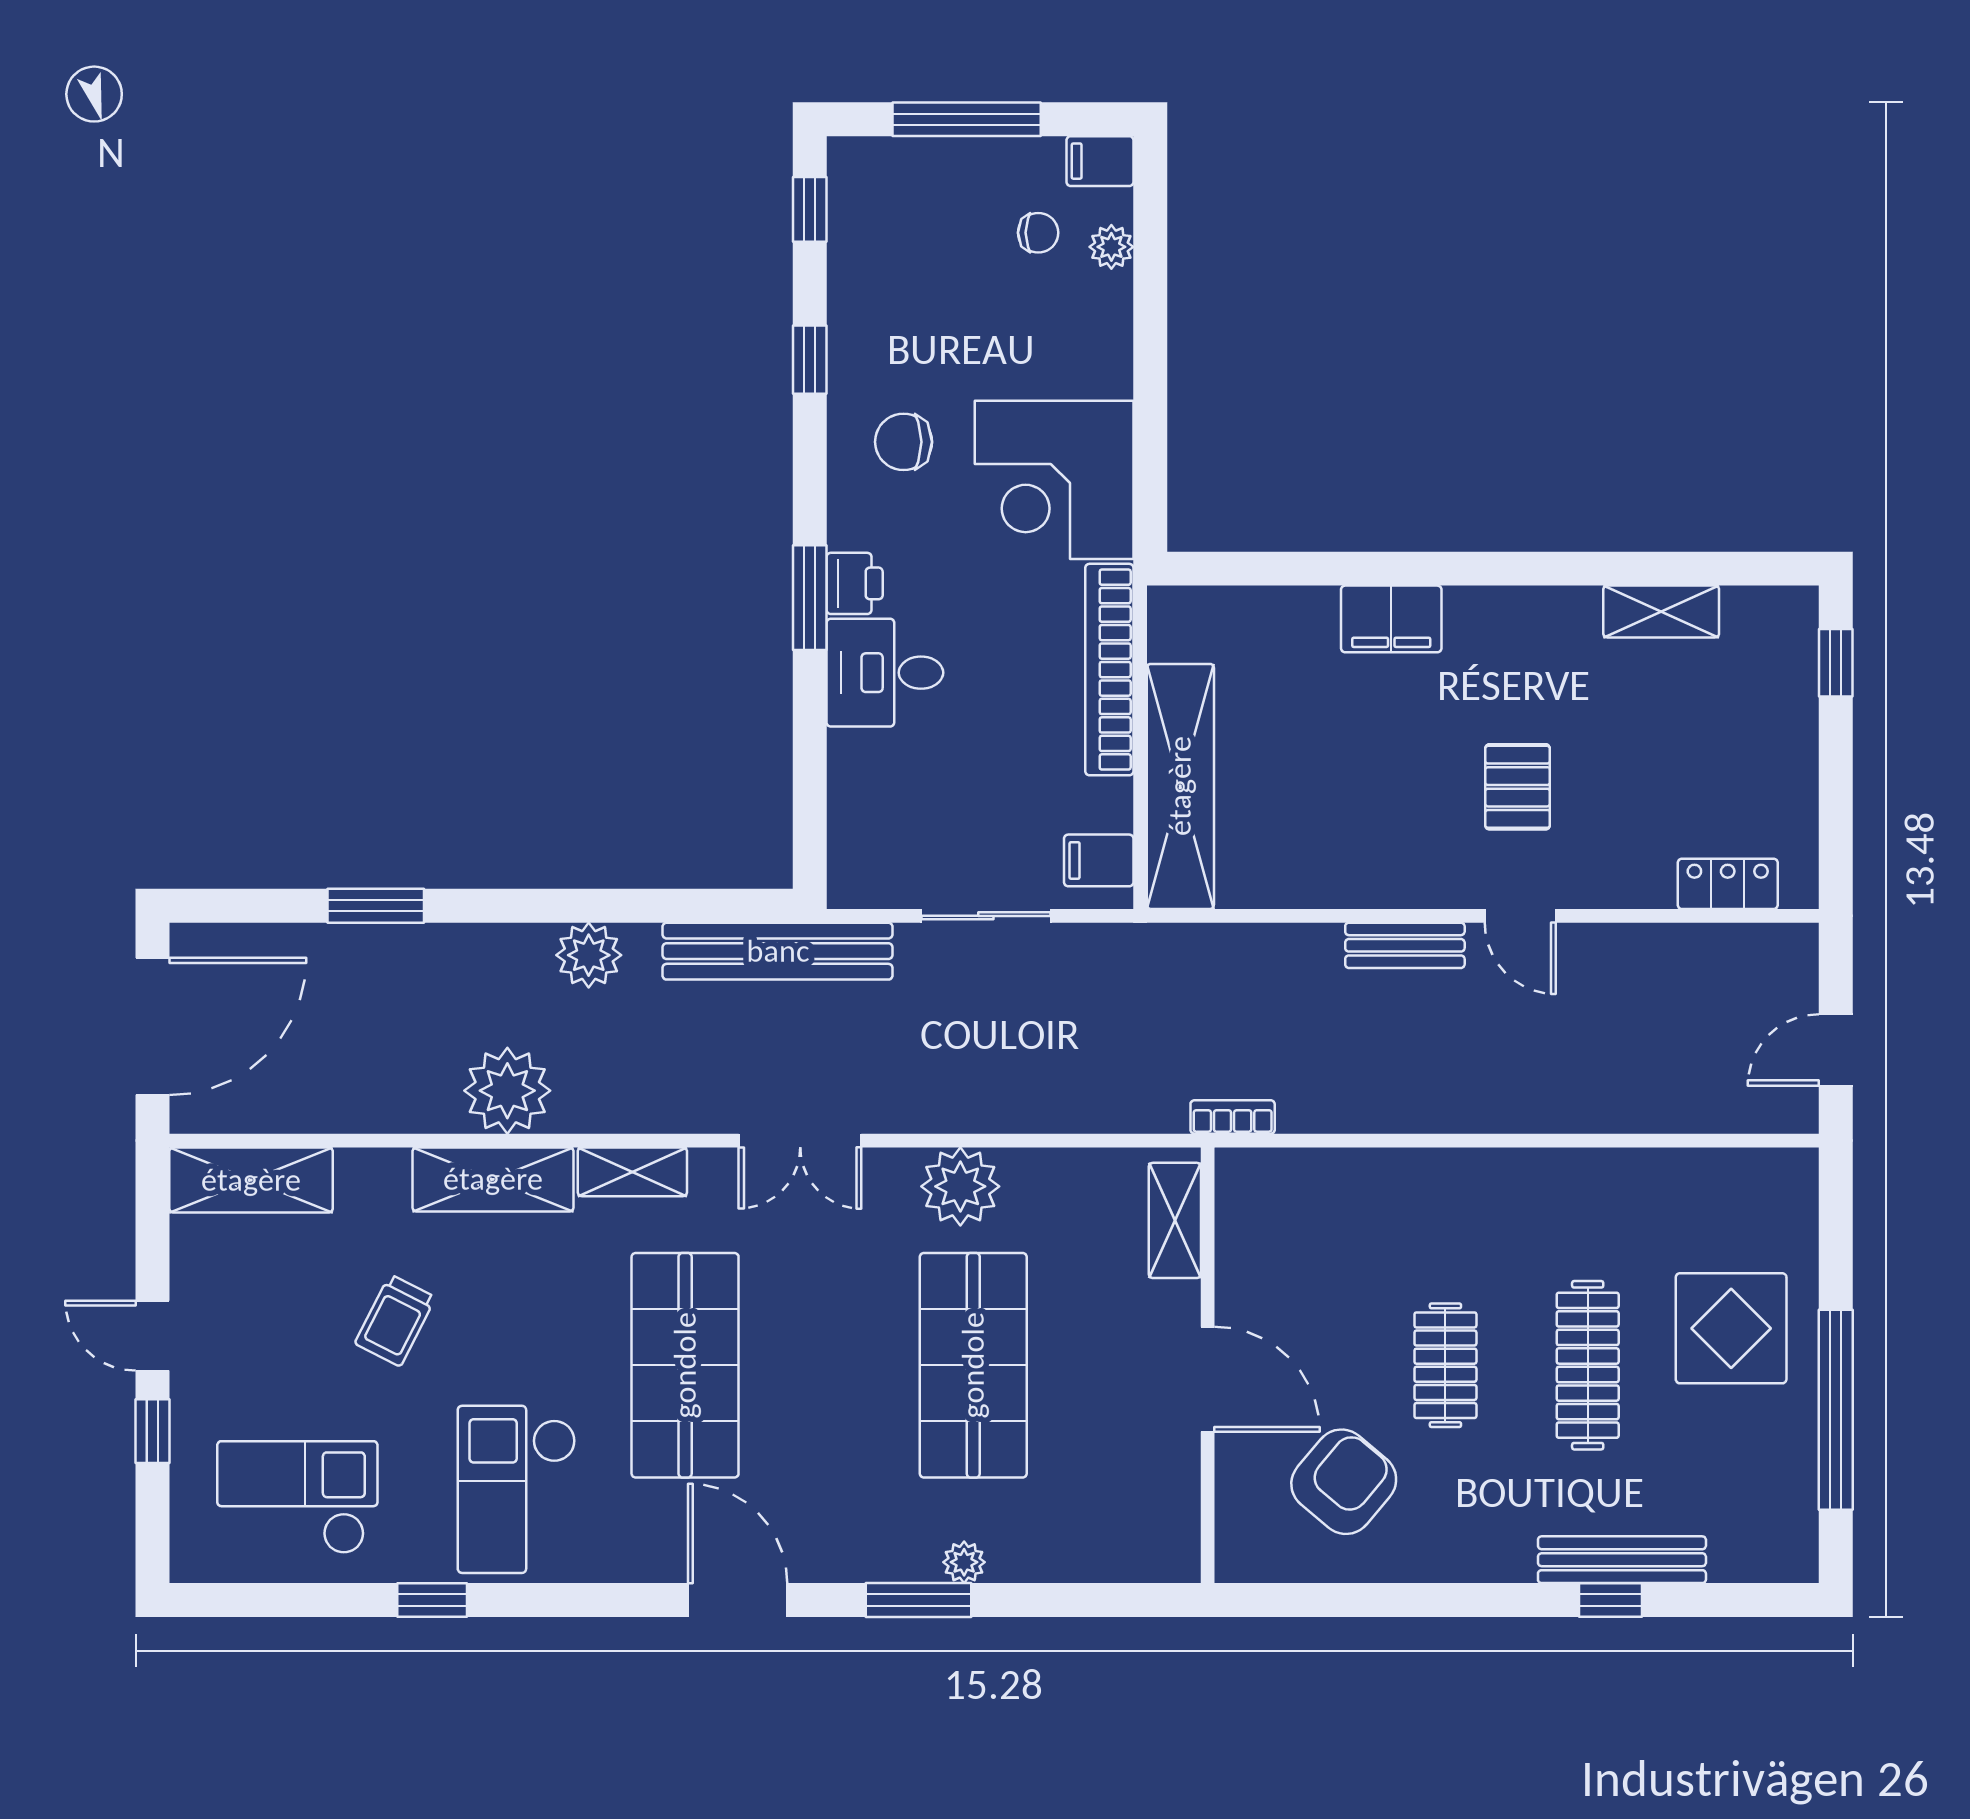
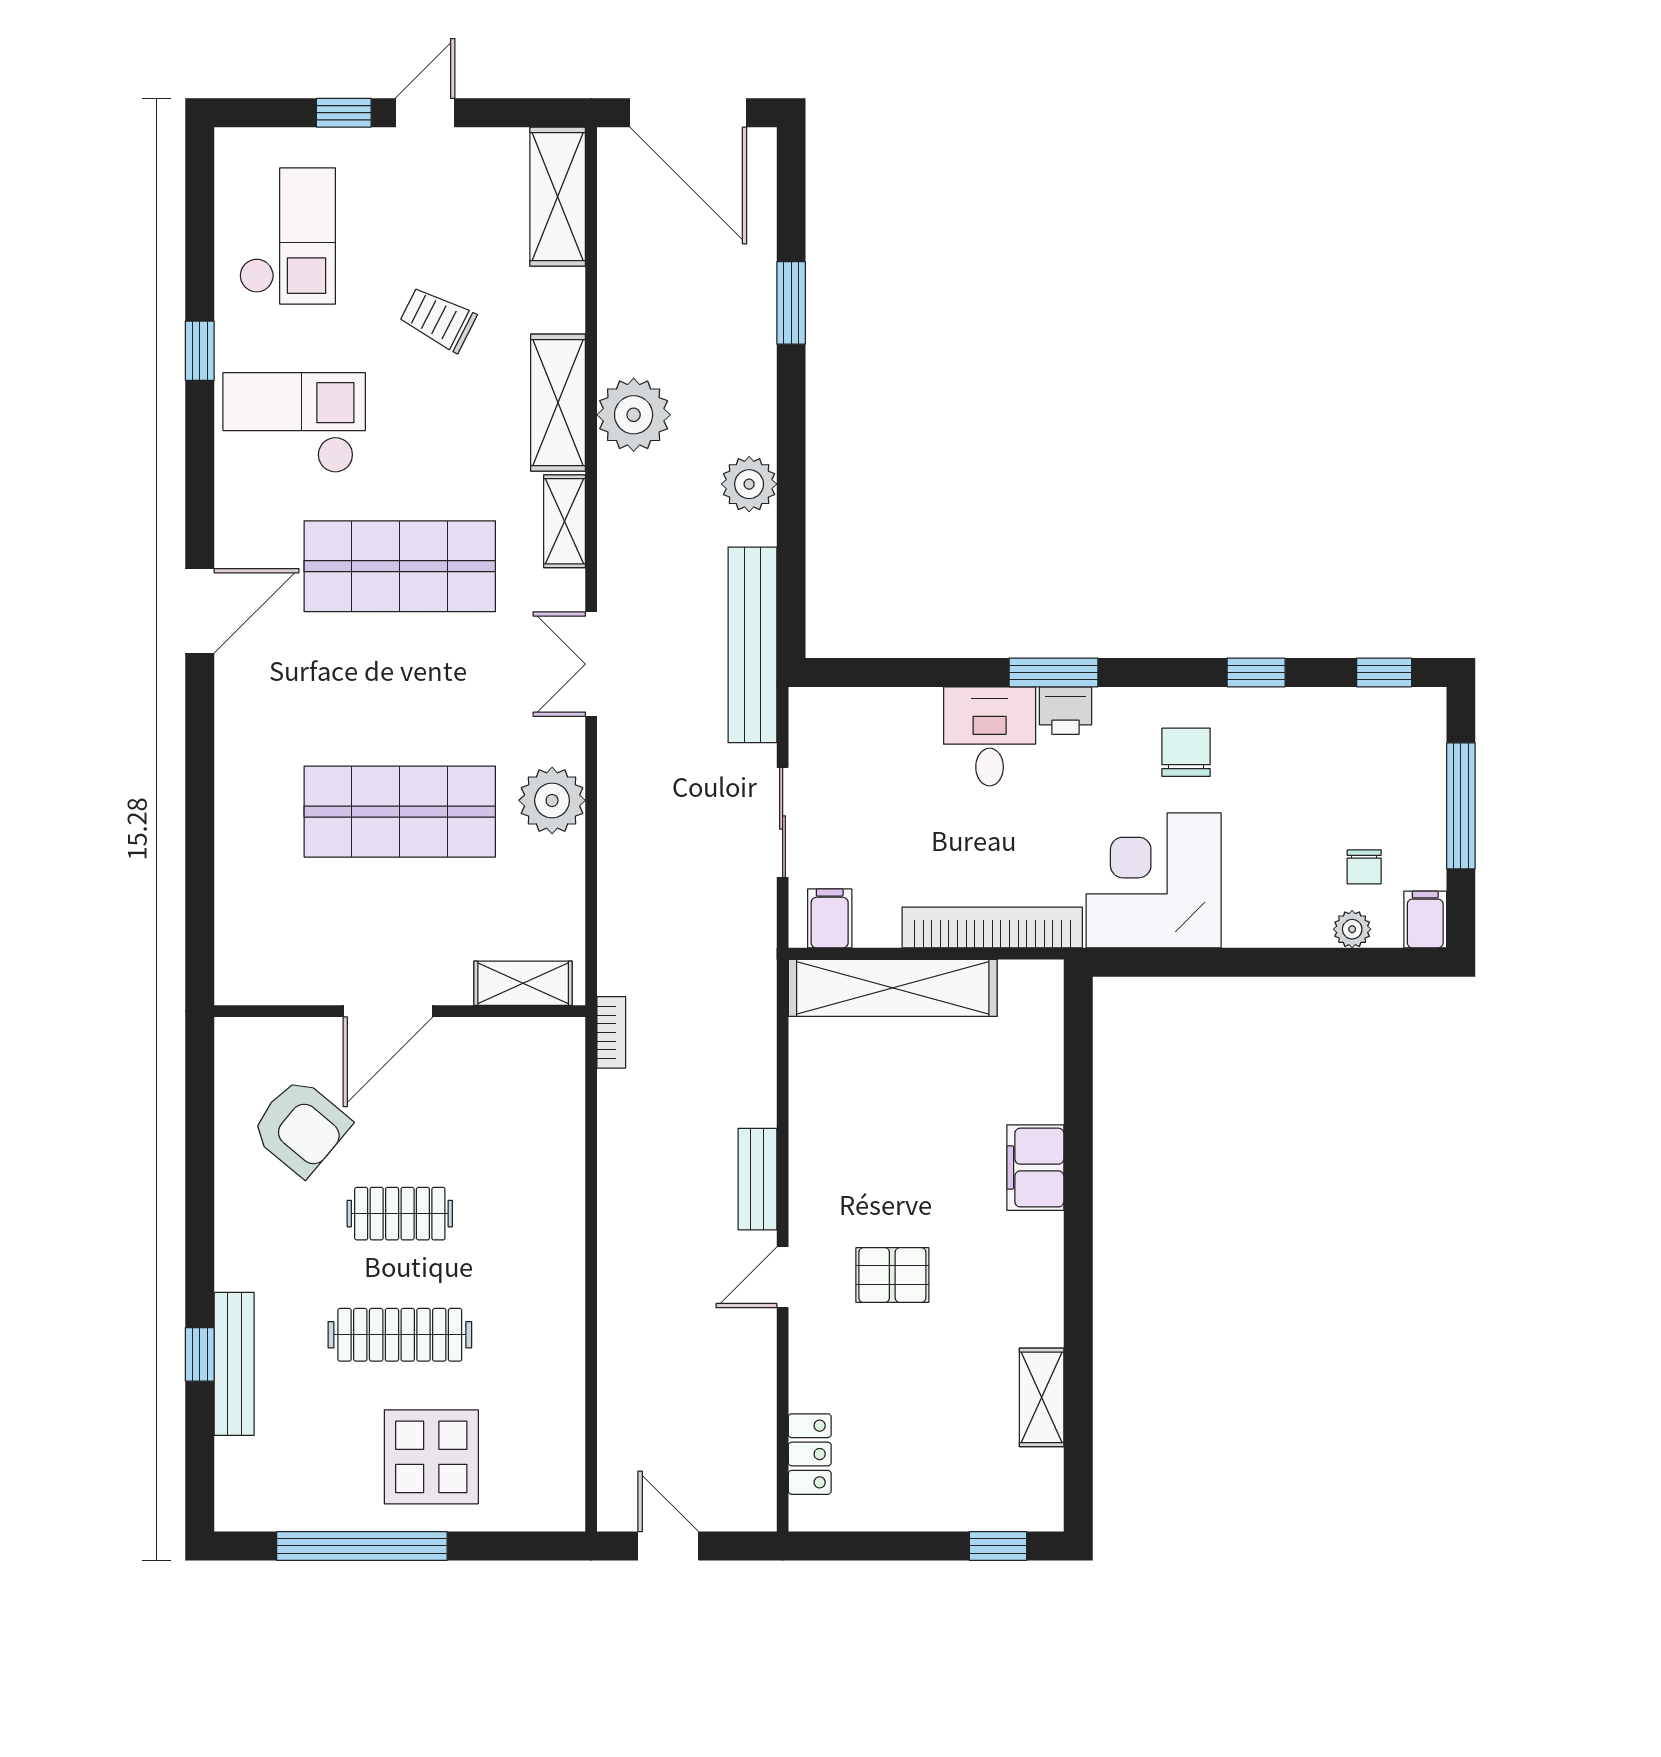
plant: (964, 1562) -> (232, 804), removed
window: (918, 1600) -> (200, 765), removed

